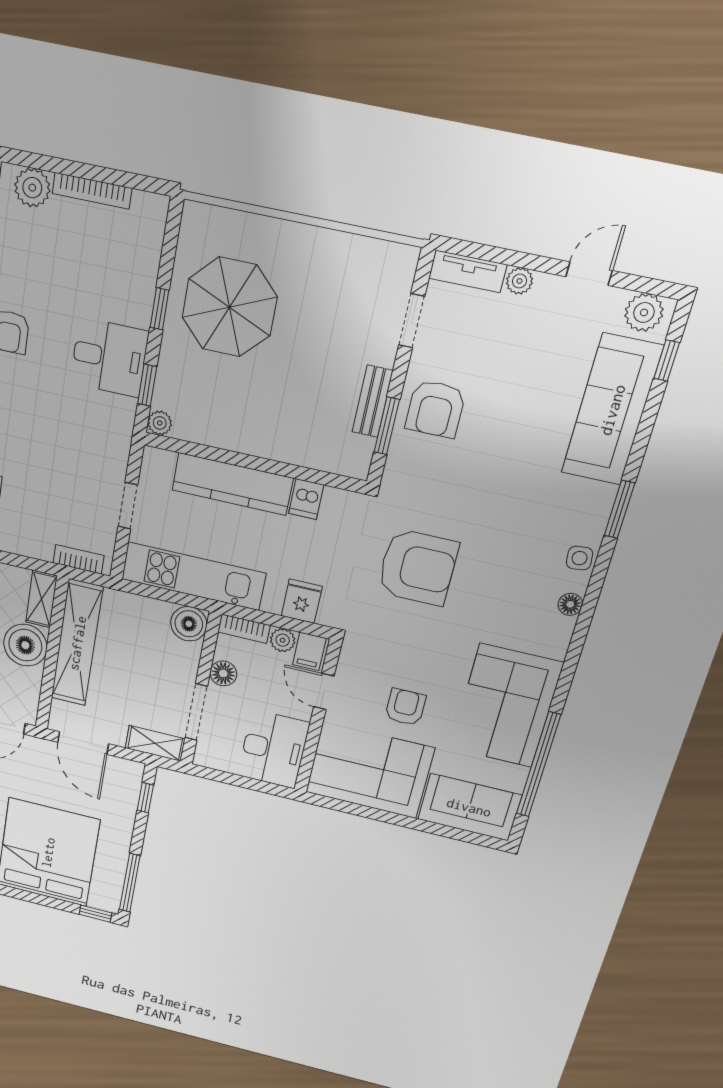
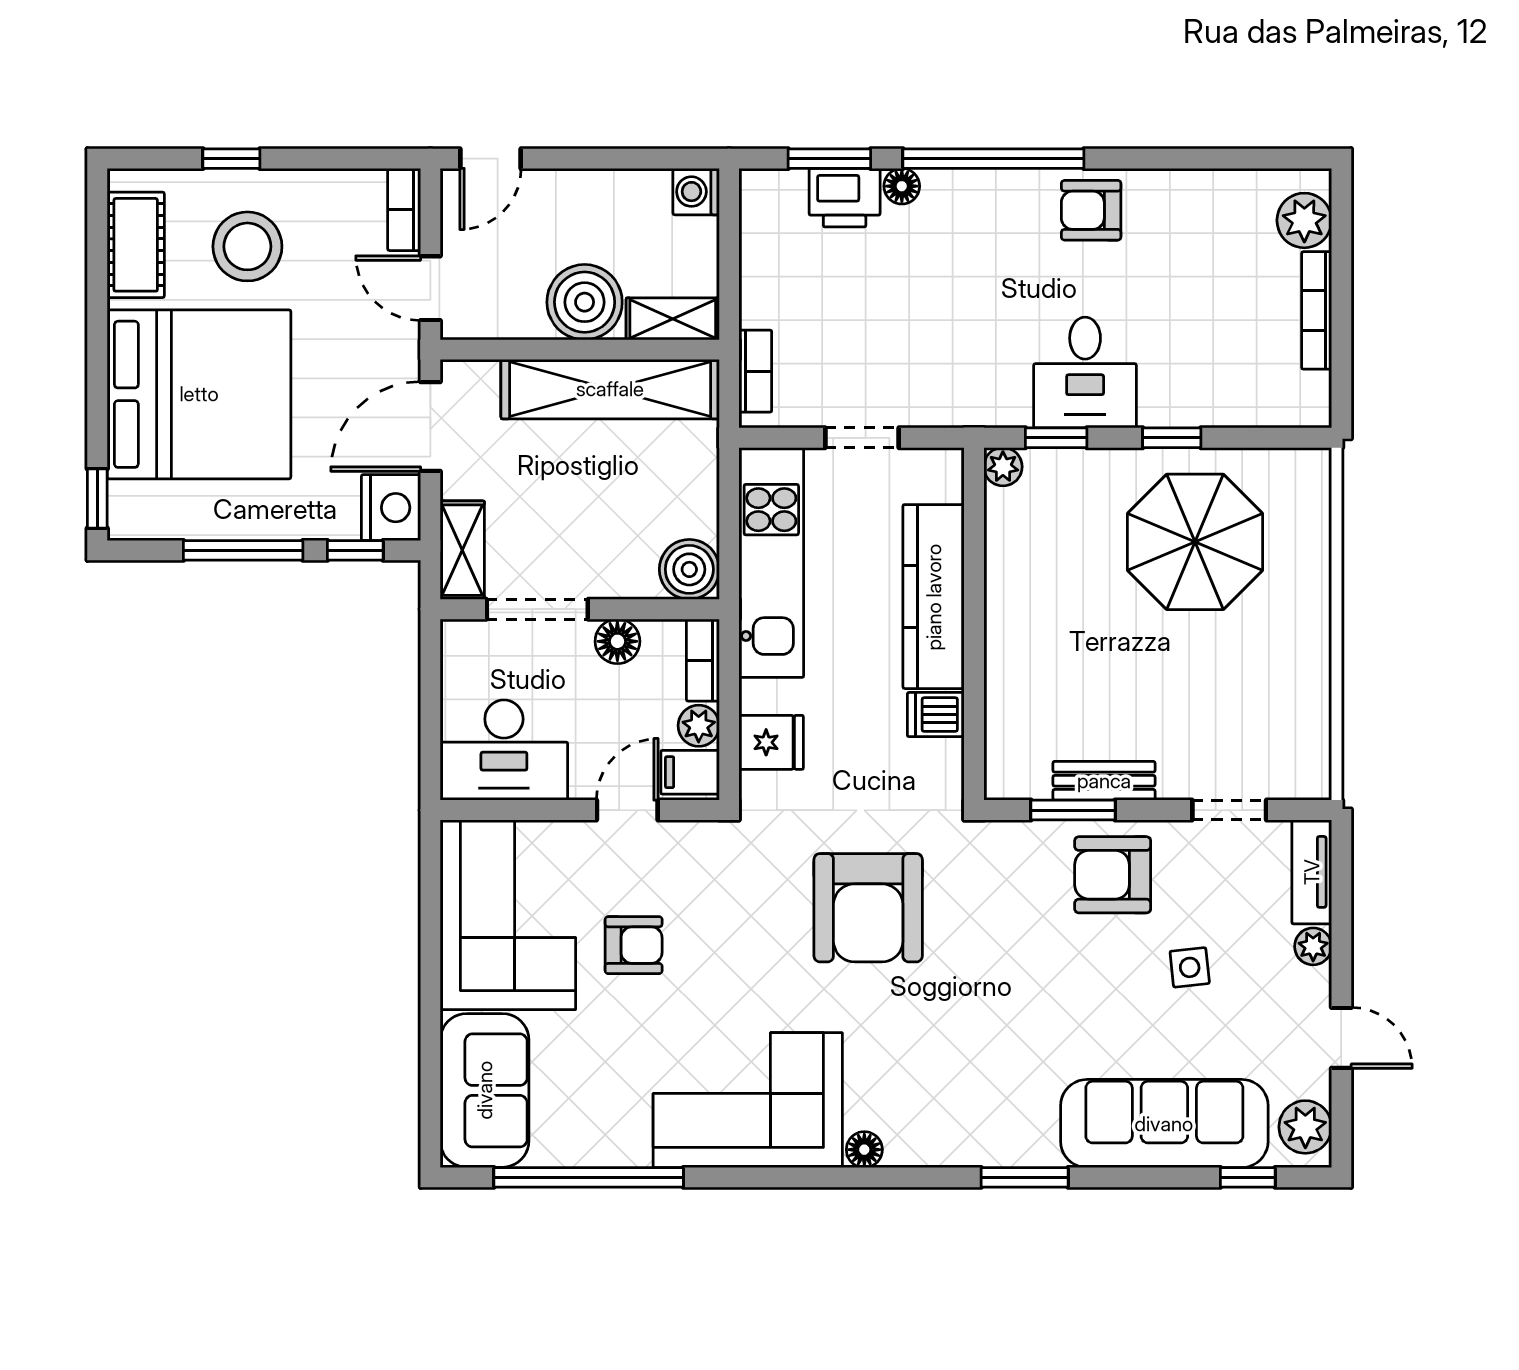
side table: (580, 558) -> (1190, 967), moved
corner sofa: (506, 706) -> (748, 1100), moved
nightstand: (125, 774) -> (391, 508), added
window: (130, 883) -> (243, 550), moved

